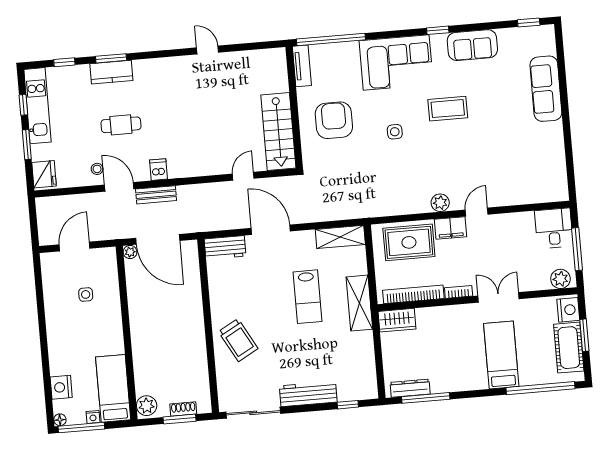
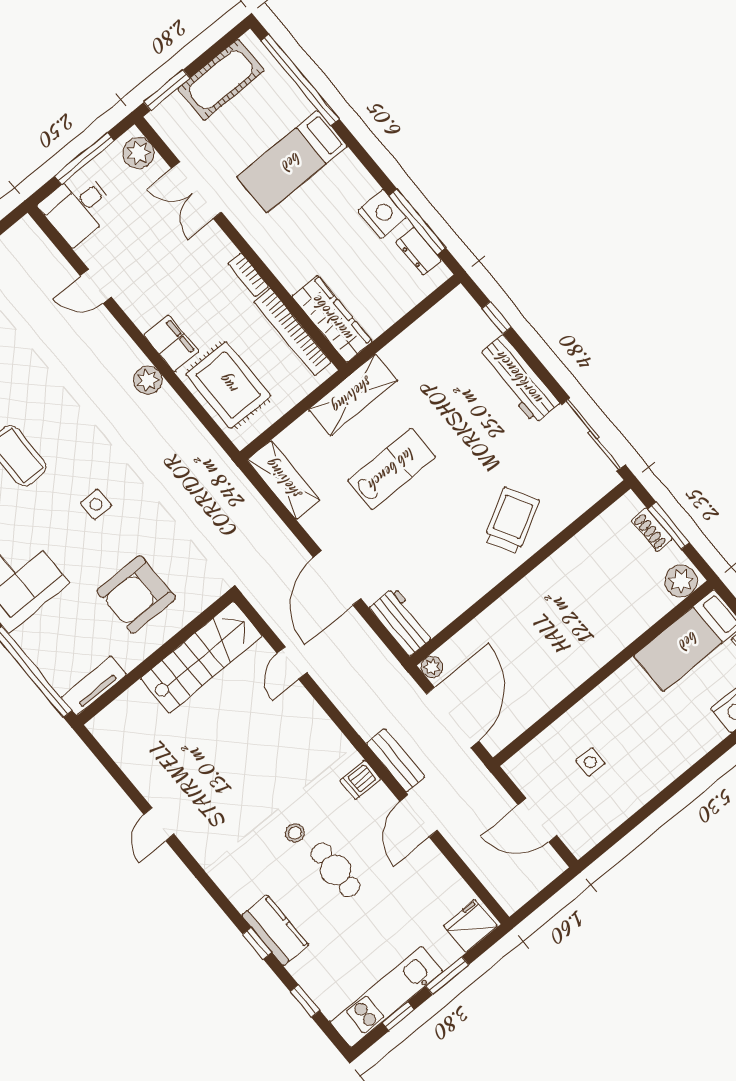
window: (111, 58) -> (257, 943), width x0.67
stool: (97, 169) -> (295, 833), moved
door: (243, 176) -> (292, 663), hinge flipped
door: (477, 212) -> (96, 286), moved
plant: (130, 252) -> (432, 667), moved
double door: (499, 297) -> (197, 190), moved
nightstand: (568, 310) -> (382, 214), moved, turned 90
wardrobe: (397, 320) -> (332, 319), width x1.50
window: (584, 335) -> (167, 90), moved
dresser: (410, 388) -> (419, 251), width x0.70

